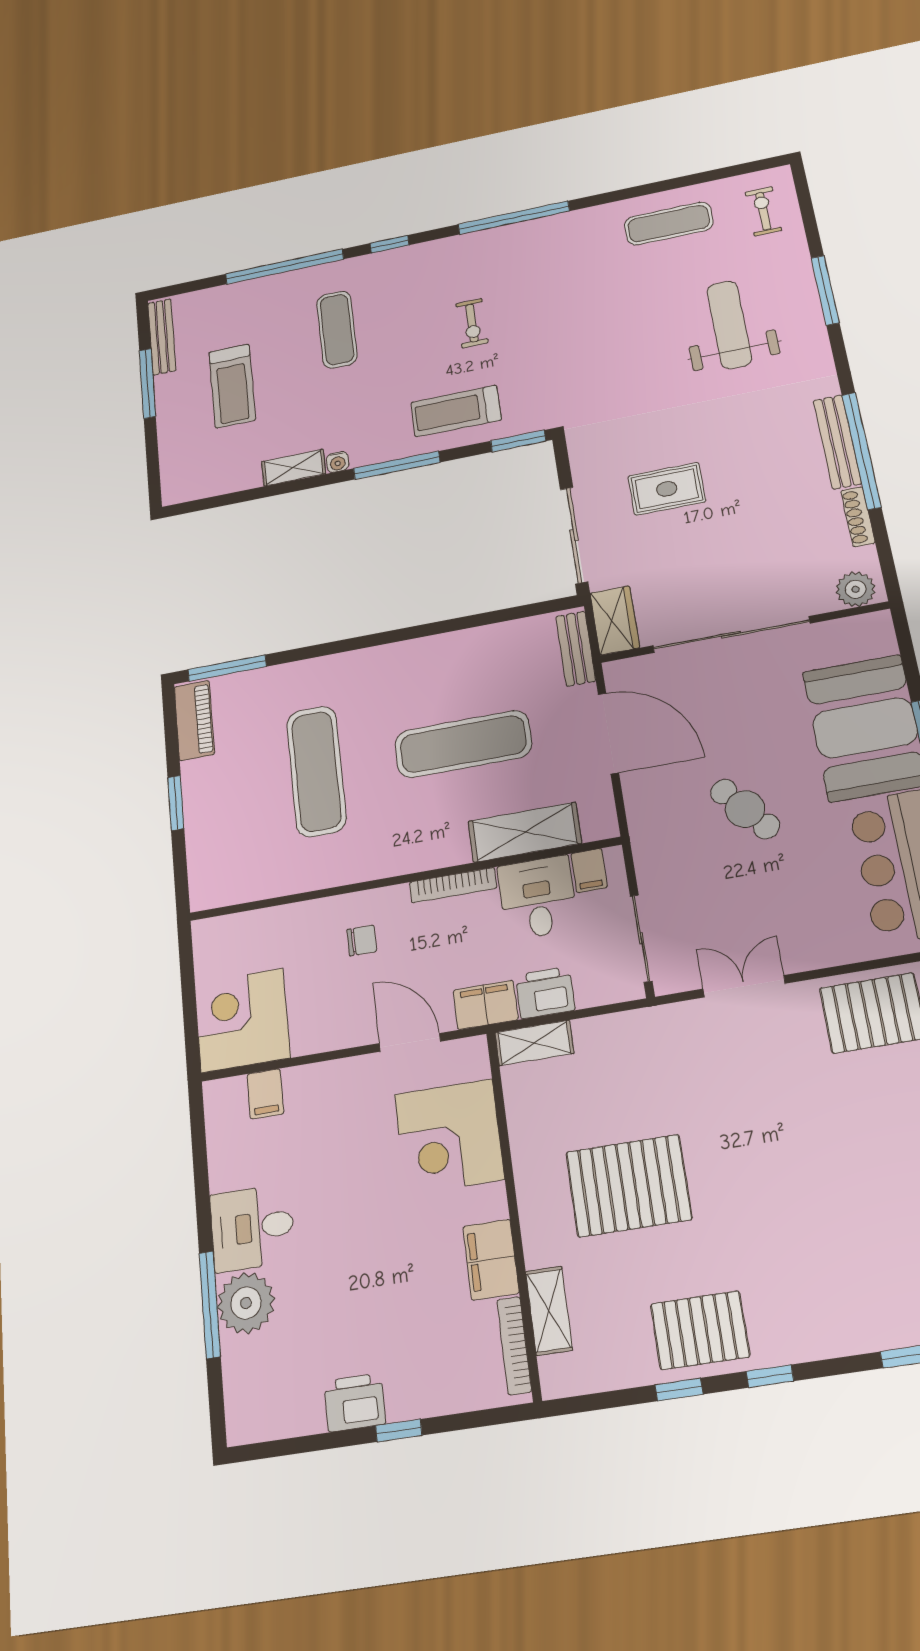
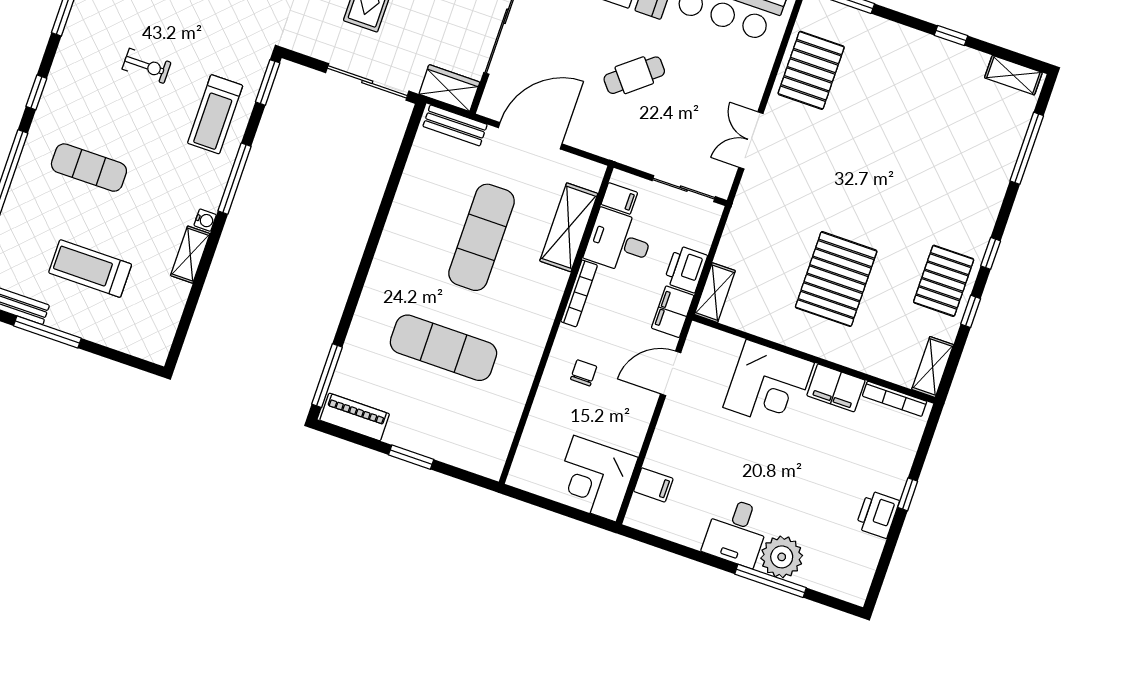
treadmill: (232, 386) -> (90, 269), turned 180
corner desk: (449, 1137) -> (769, 385), moved
shelving: (549, 1311) -> (933, 367), moved, turned 90

